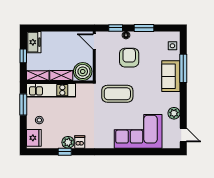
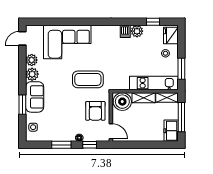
window: (23, 56) -> (181, 117), width x2.17
armchair: (129, 58) -> (95, 111), moved
window: (183, 68) -> (22, 105), width x0.69
plant: (173, 99) -> (32, 74), added
door: (183, 135) -> (22, 38), hinge flipped
window: (65, 152) -> (153, 22), moved

